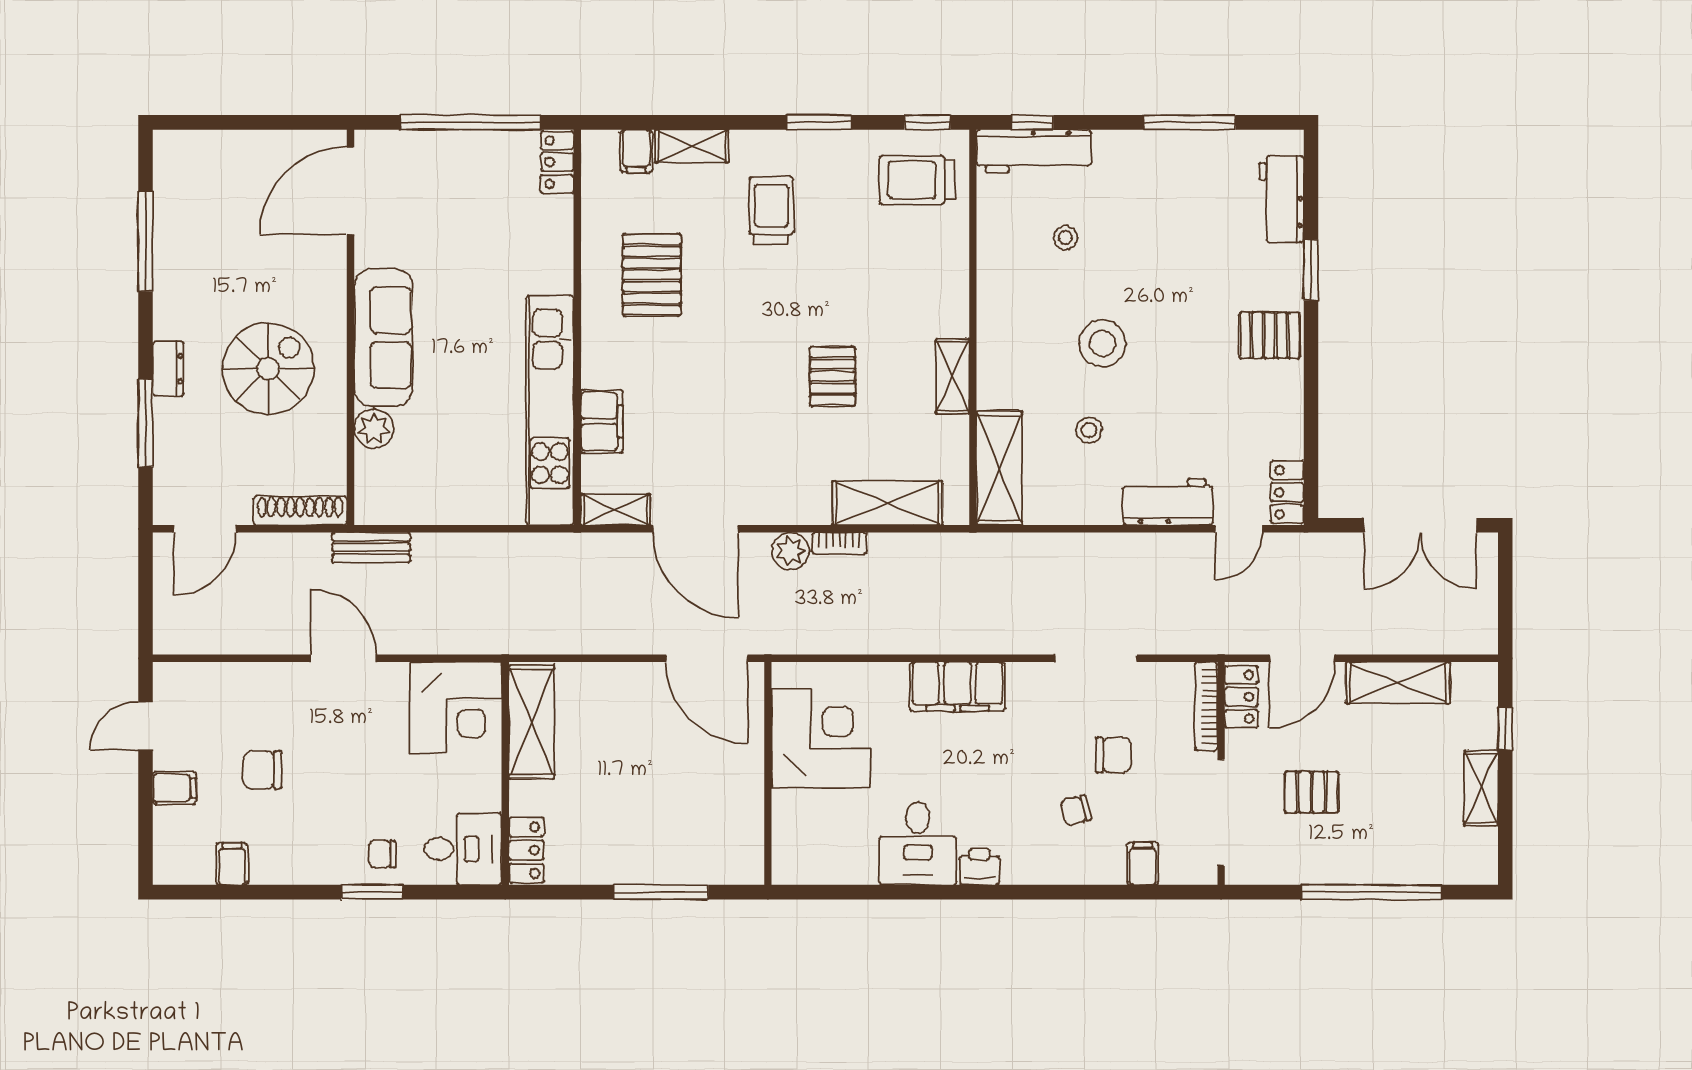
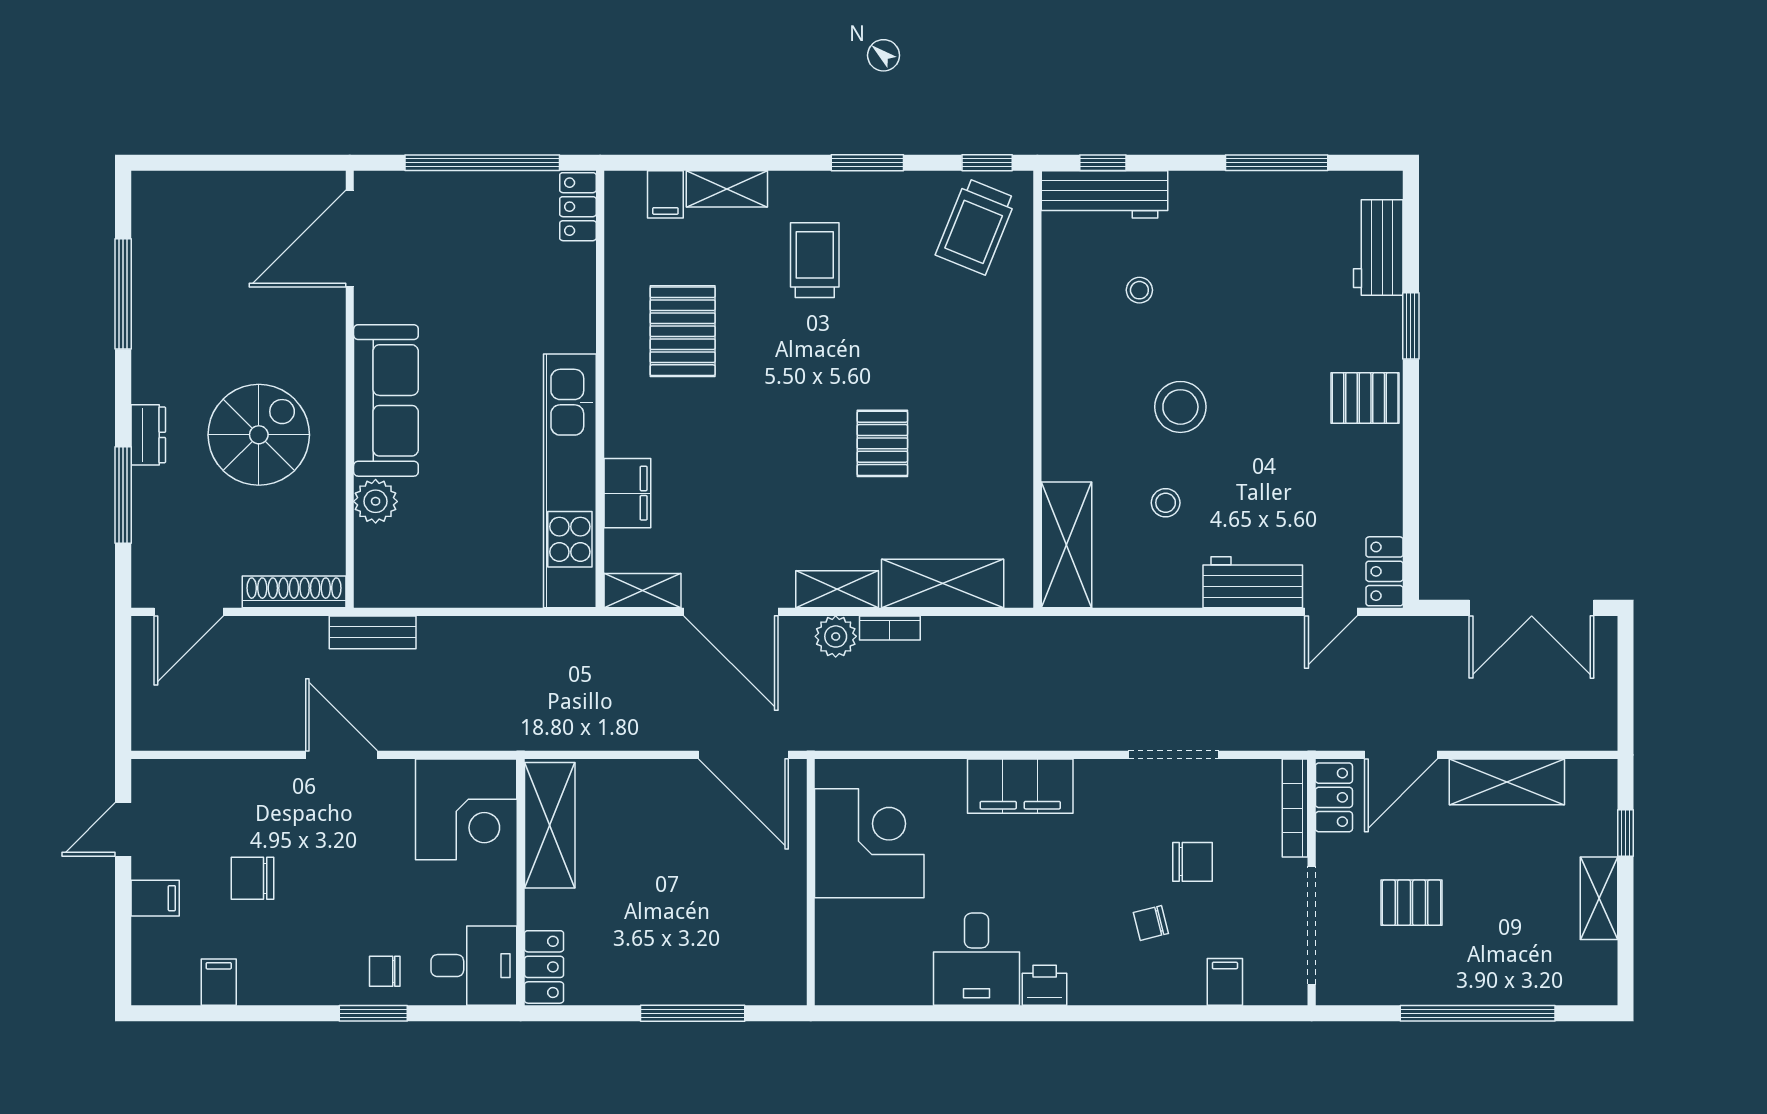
trolley: (917, 180) -> (976, 226), turned -68
shelving: (952, 376) -> (837, 589), moved, turned 90

